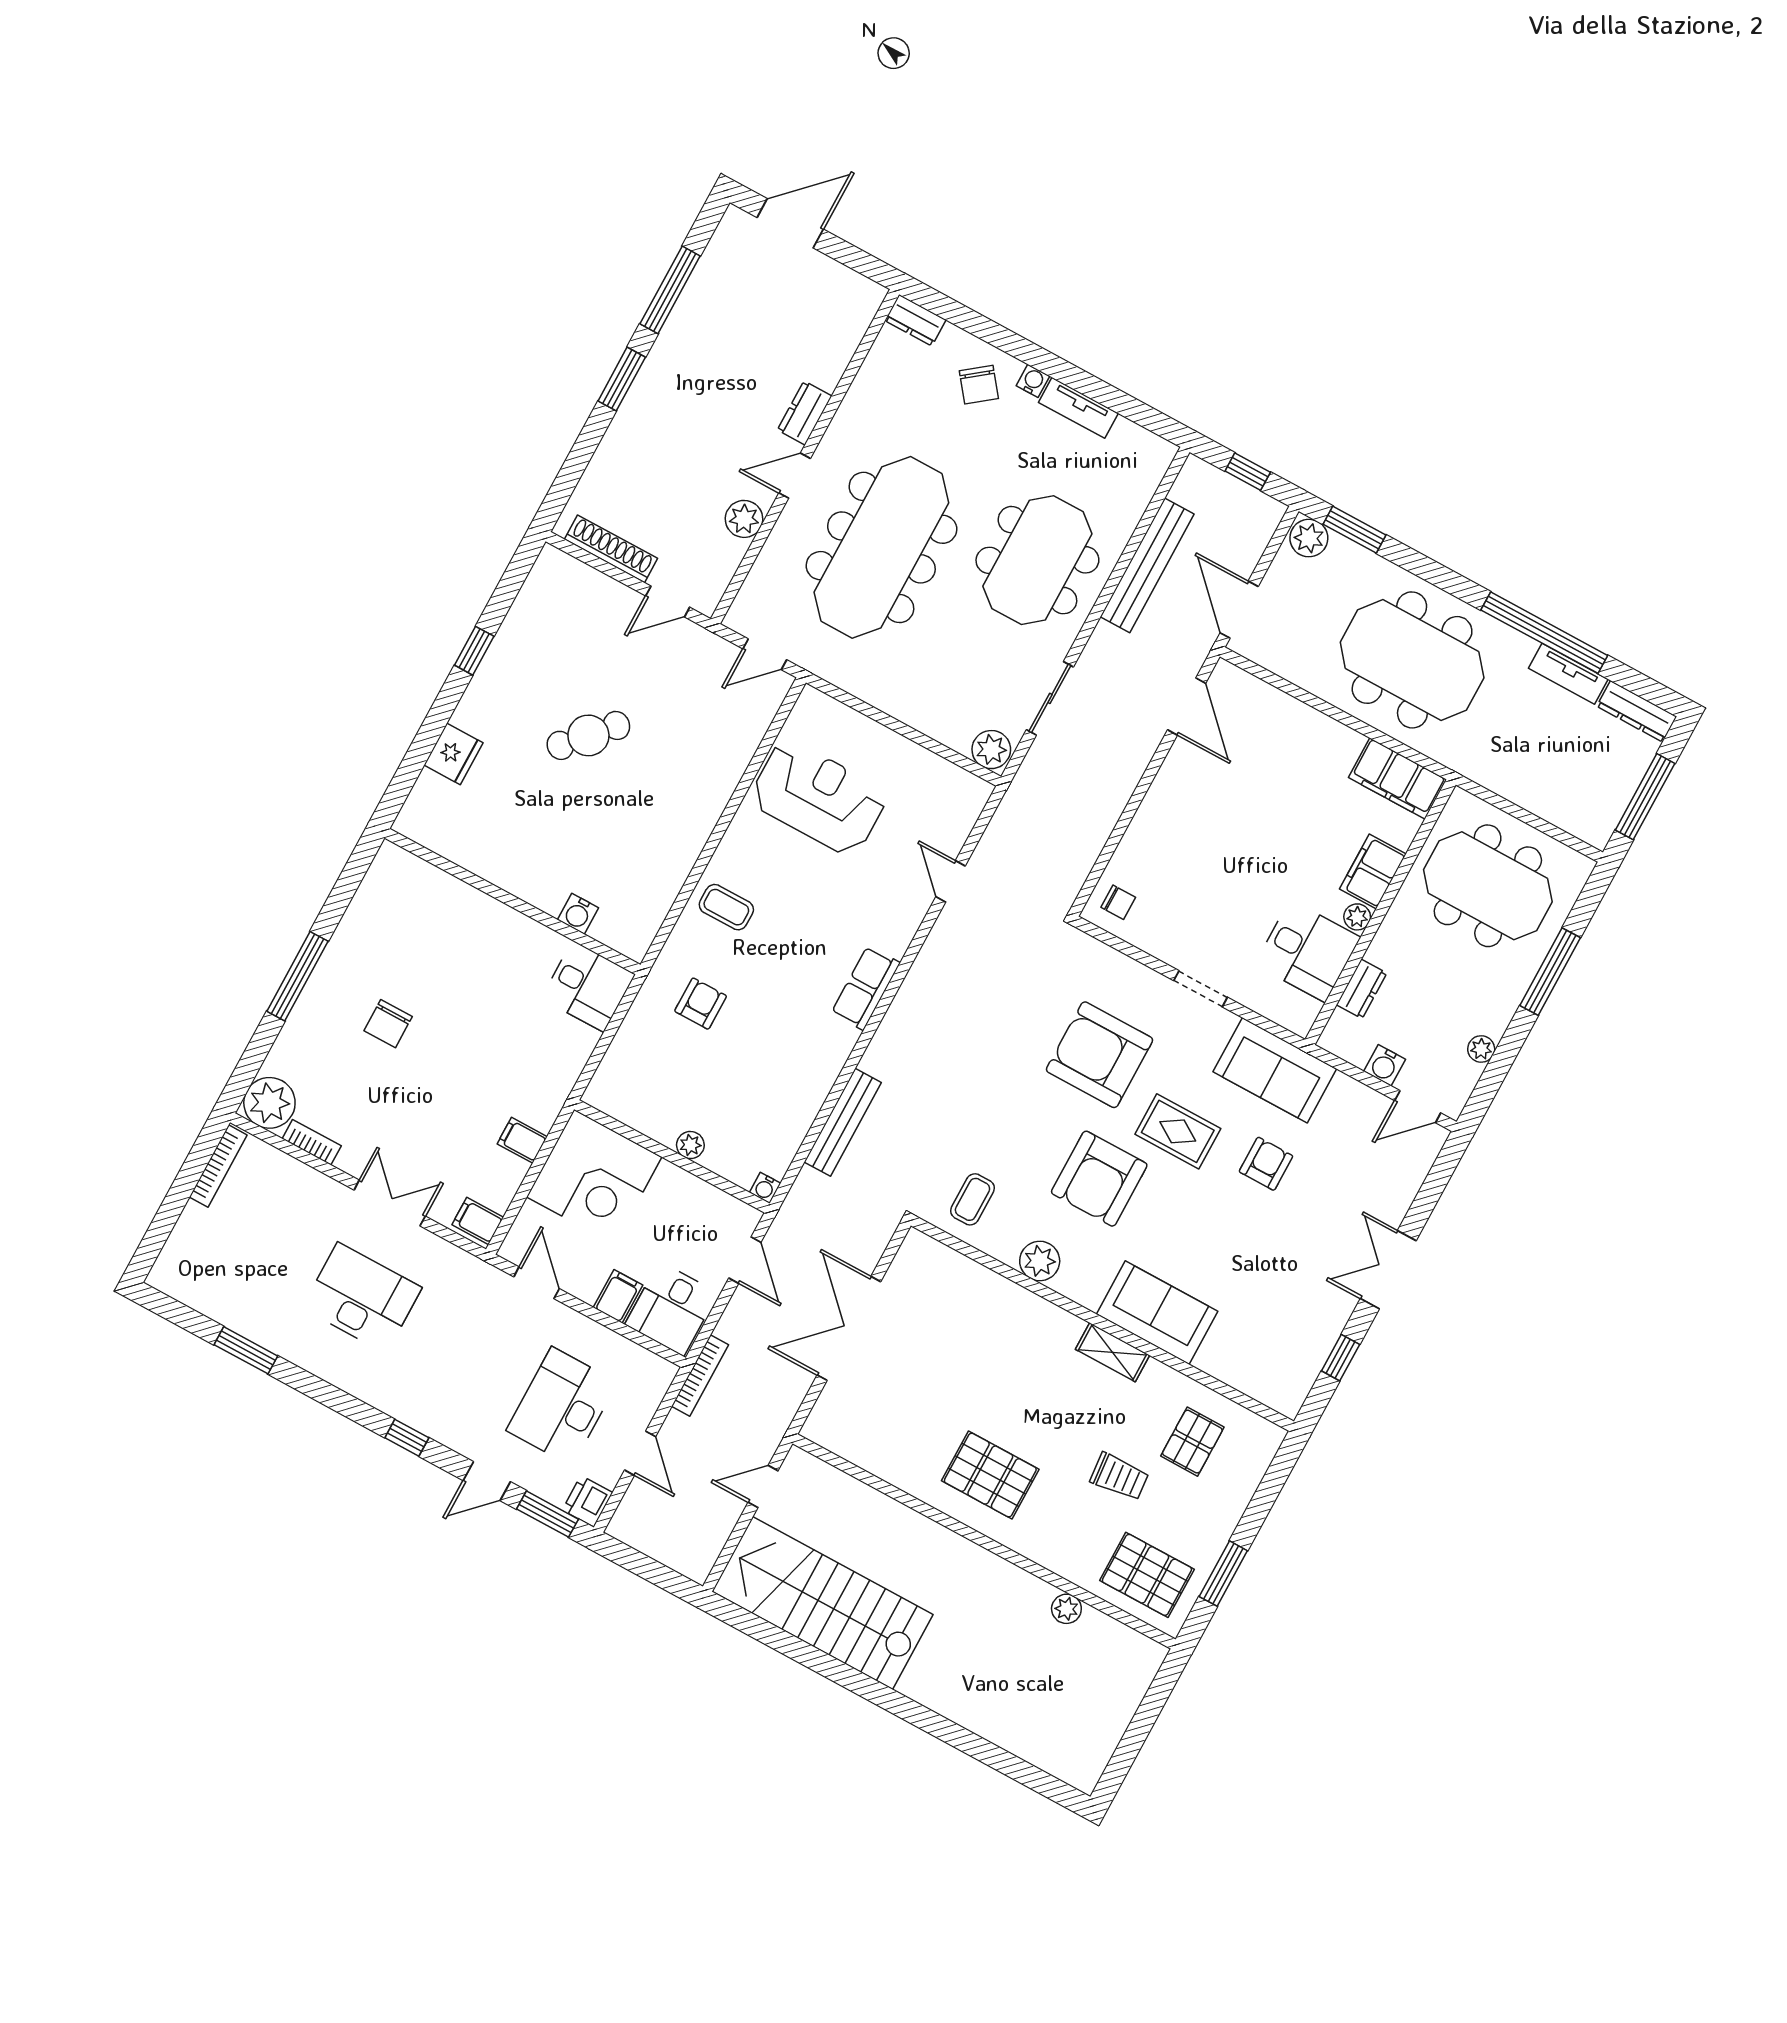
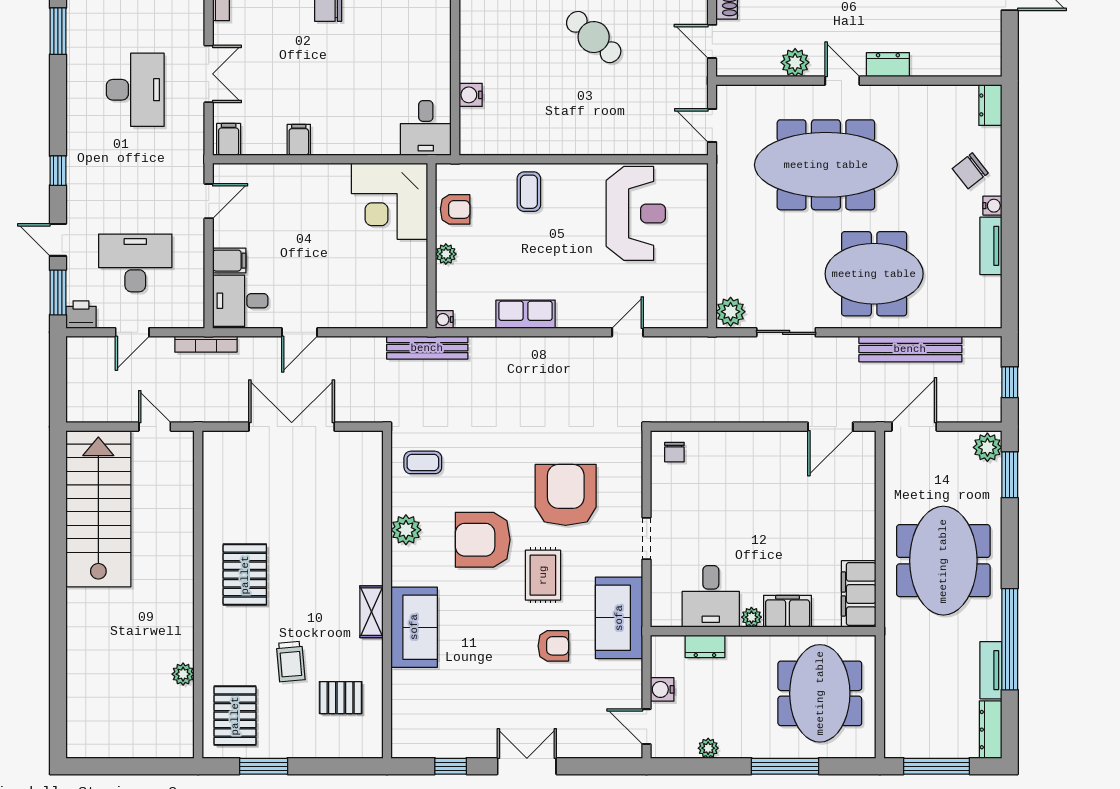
plant: (690, 1145) -> (446, 254), moved
wall: (672, 1156) -> (432, 246), moved
corner desk: (594, 1177) -> (390, 201), moved
water cooler: (765, 1188) -> (444, 320), moved

